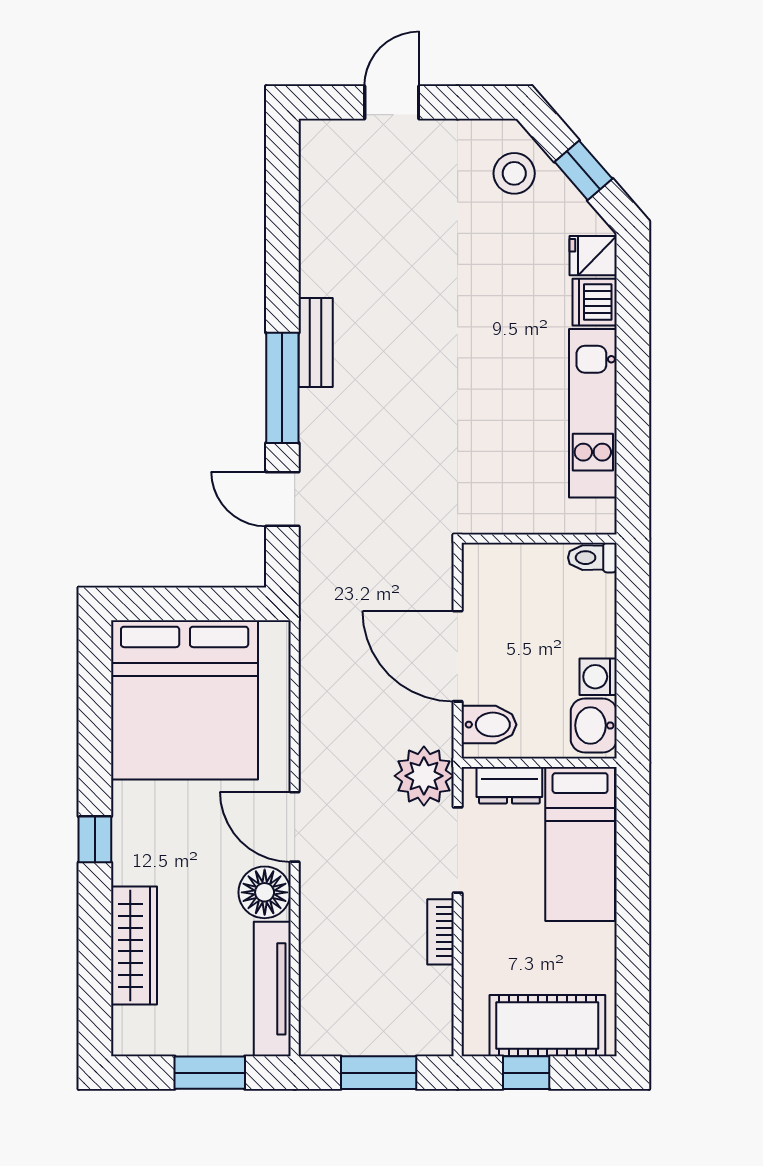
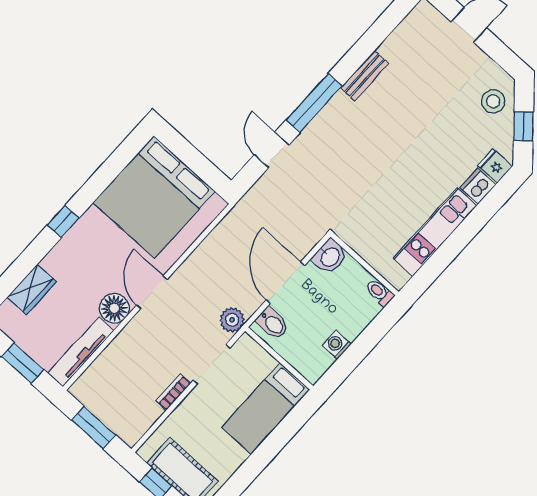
bench: (316, 342) -> (365, 76), moved
washbasin: (594, 725) -> (330, 257), moved, turned 180
plant: (424, 776) -> (232, 320), width x0.73, depth x0.73
dresser: (509, 785) -> (258, 357), removed
wardrobe: (134, 945) -> (32, 289), width x0.67

